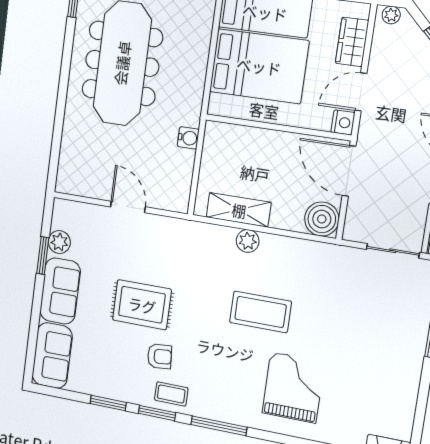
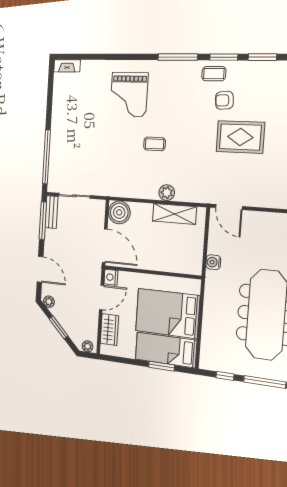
door: (128, 207) -> (229, 207), moved
coffee table: (260, 312) -> (155, 144), width x0.54, depth x0.58

